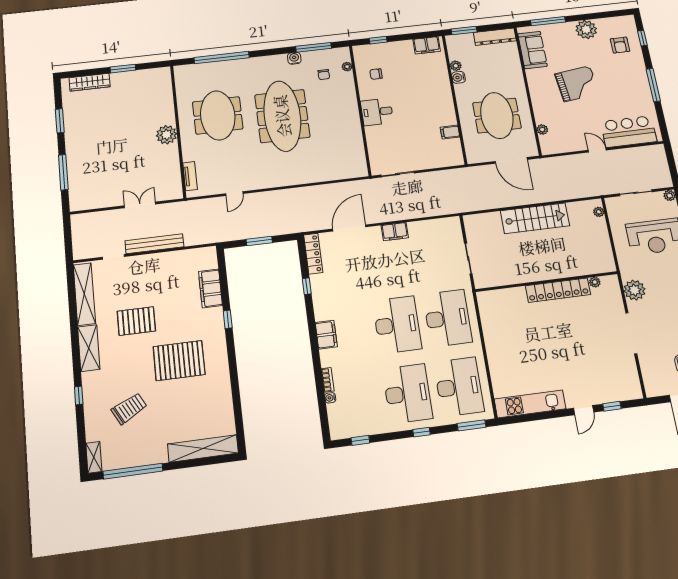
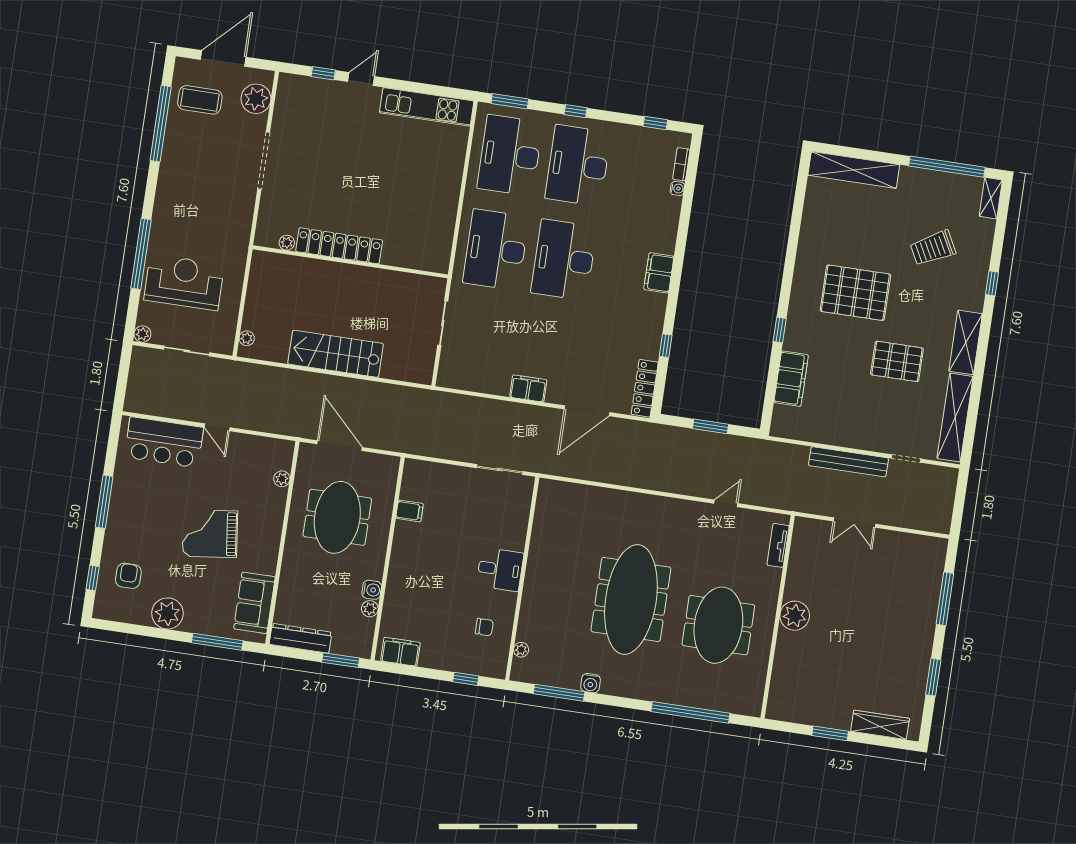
chair: (324, 75) -> (557, 647), removed
plant: (635, 290) -> (256, 99), moved
bookcase: (328, 380) -> (681, 164), moved

